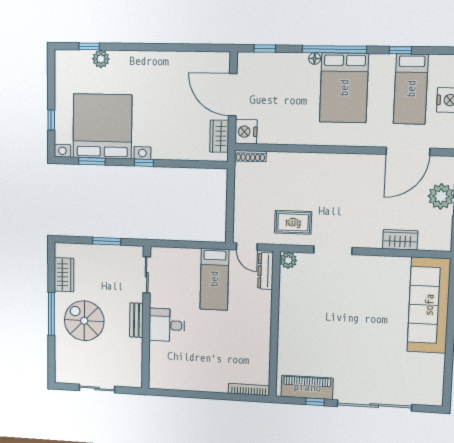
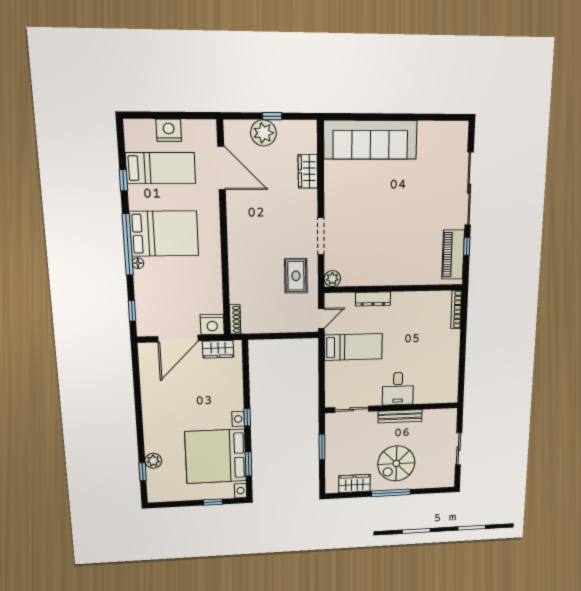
dresser: (266, 271) -> (373, 299), moved
bench: (136, 320) -> (400, 416), width x1.36

